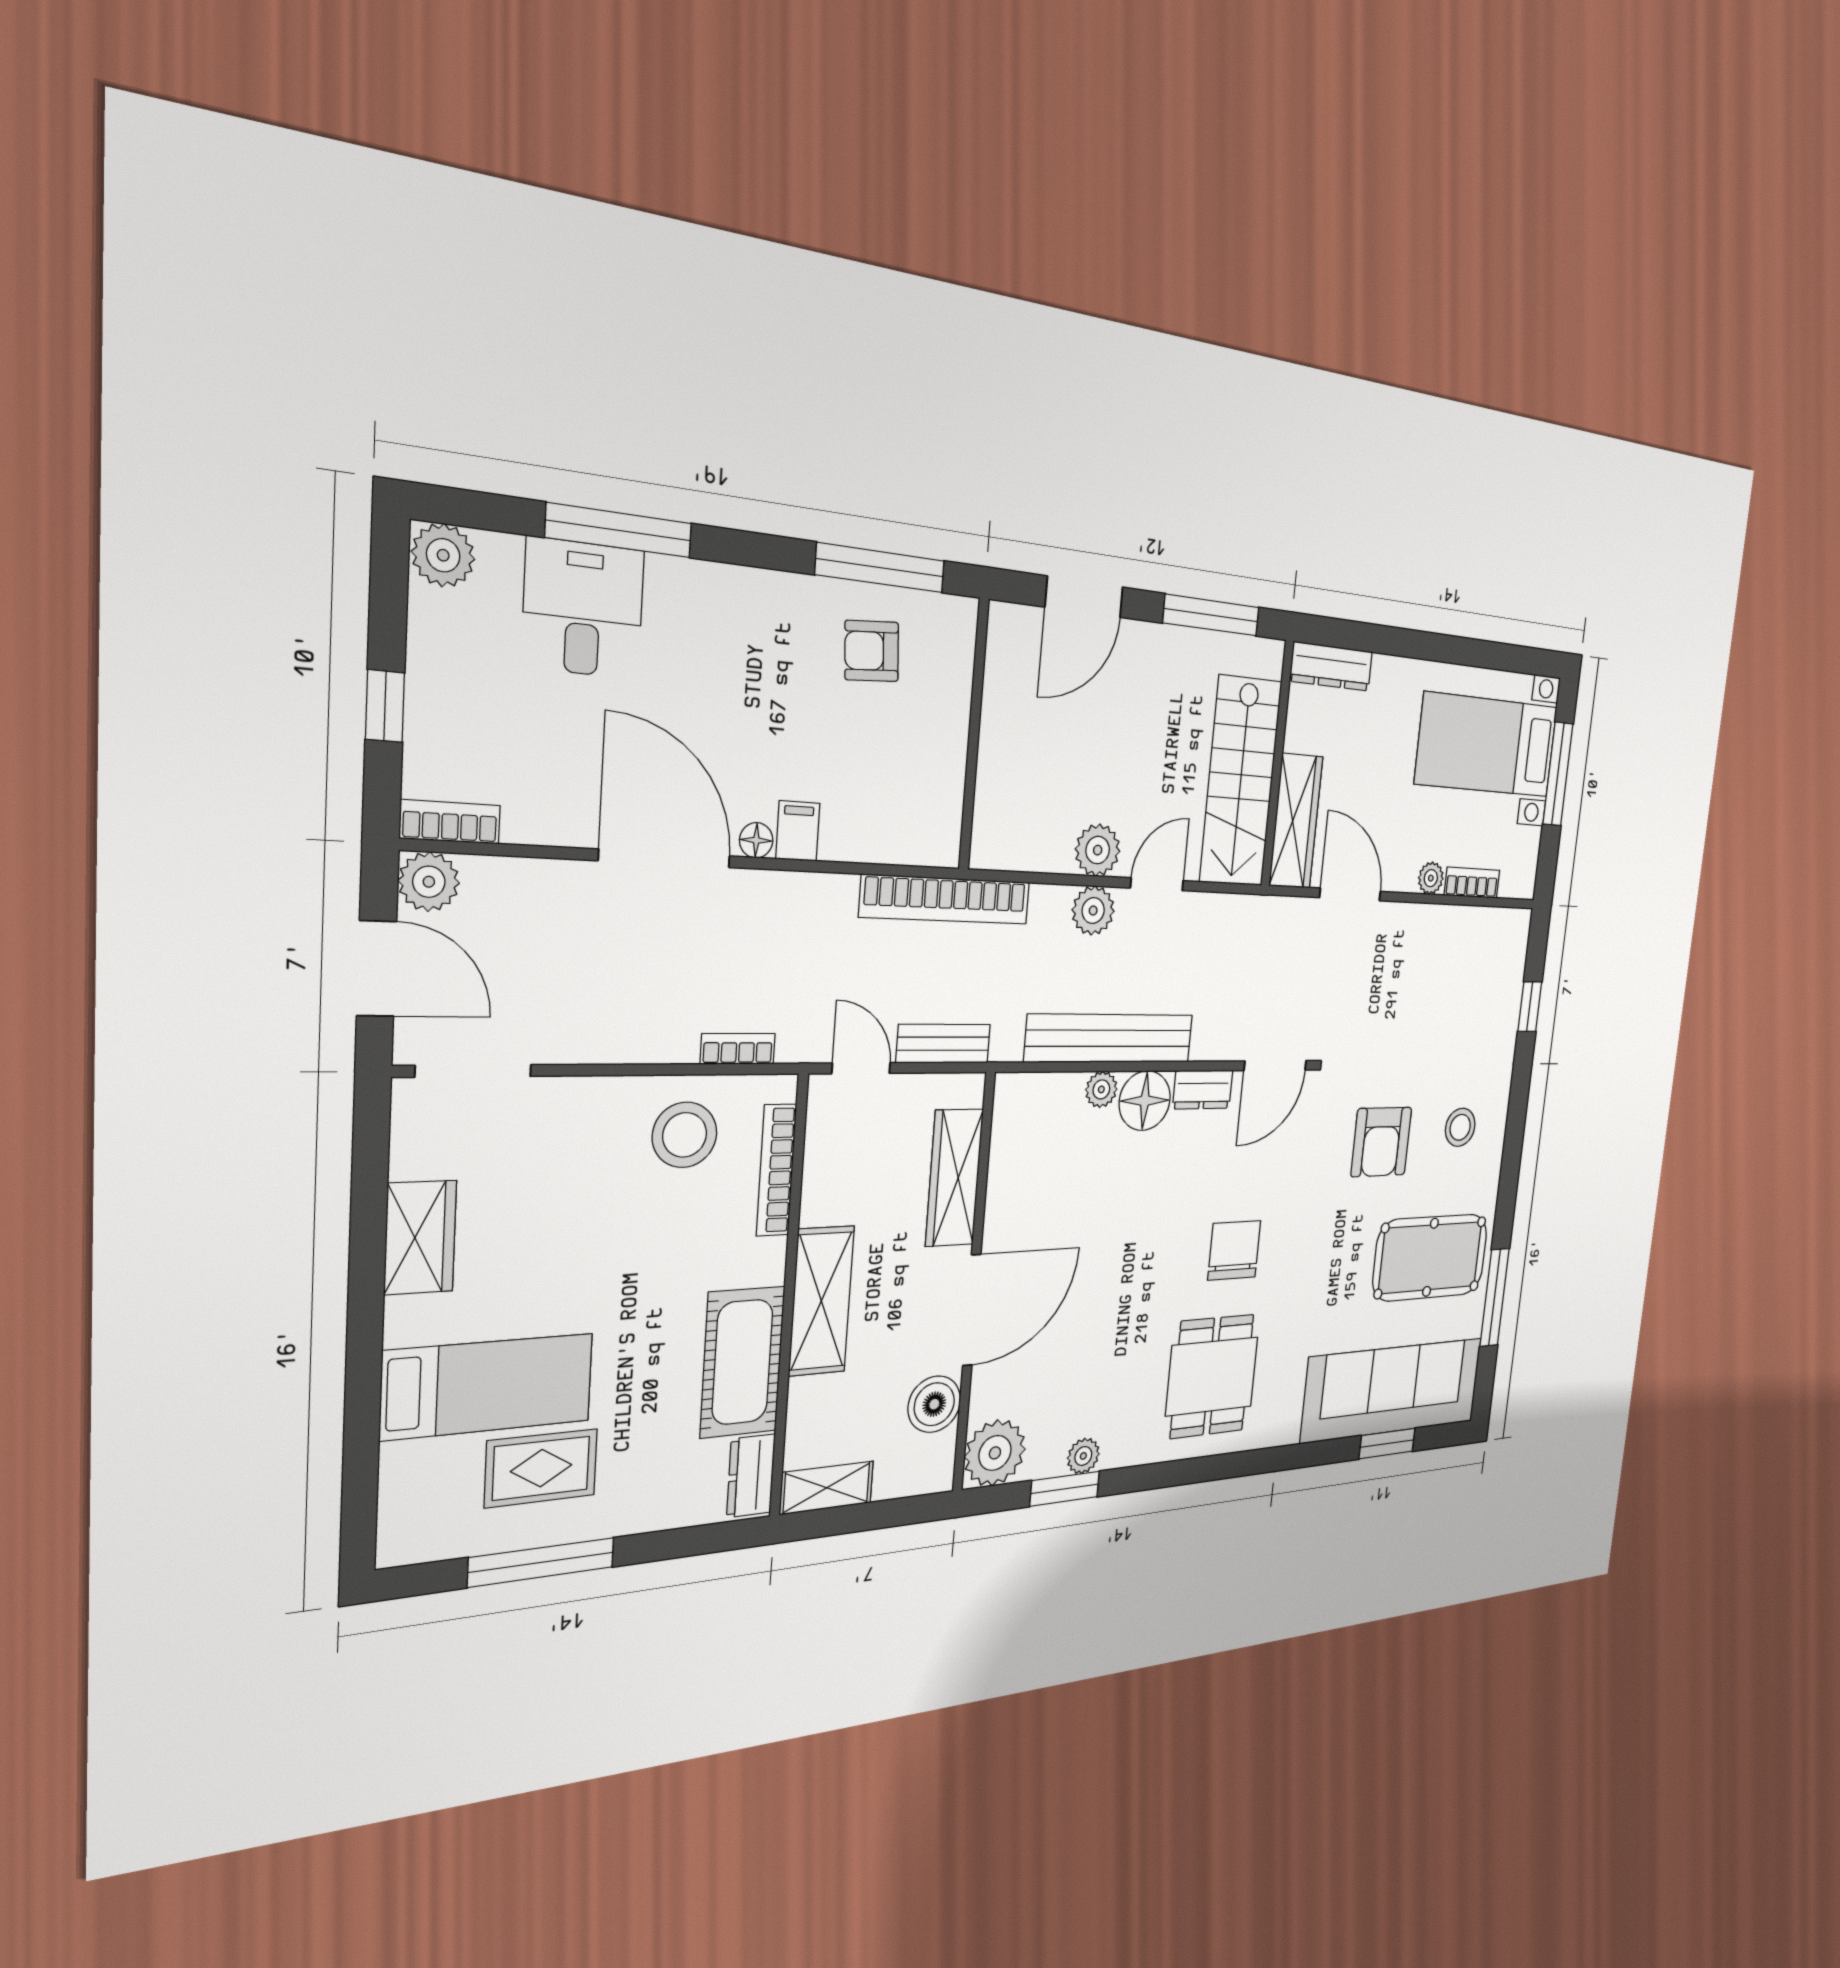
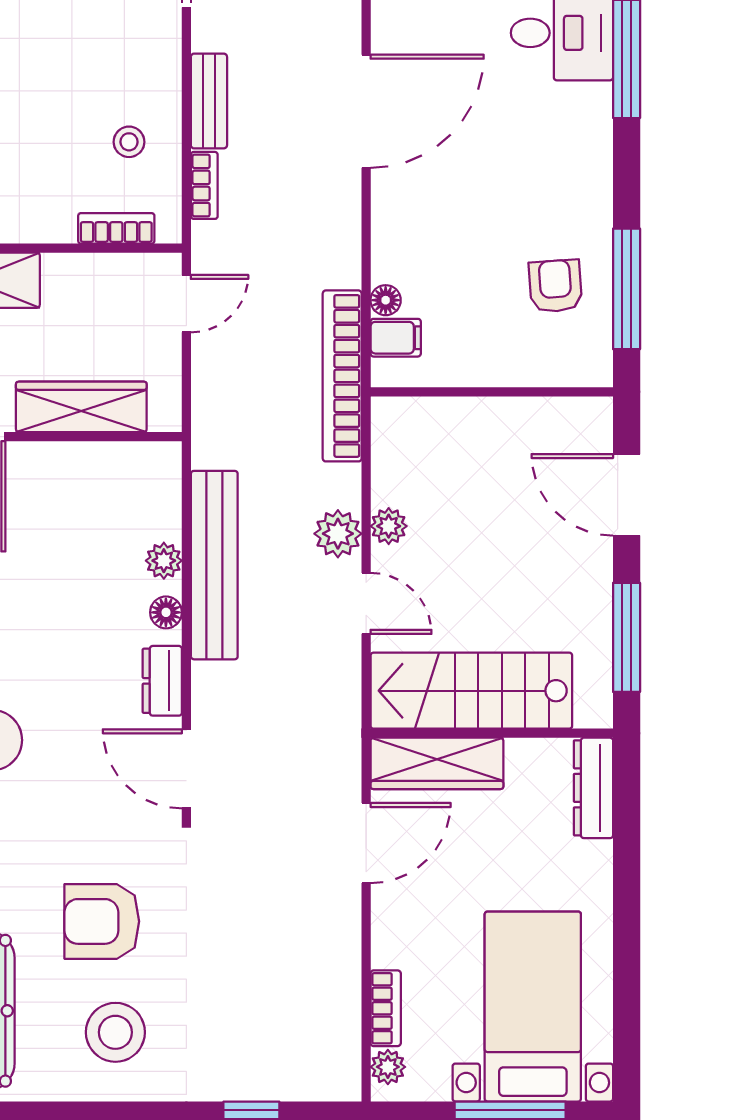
filing cabinet: (798, 831) -> (396, 338), moved
floor lamp: (756, 840) -> (386, 300), moved
plant: (1098, 850) -> (389, 526), width x0.73, depth x0.73
plant: (1431, 878) -> (388, 1067), moved
bench: (943, 1044) -> (209, 101), moved
floor lamp: (1145, 1101) -> (166, 612), width x0.53, depth x0.53
stool: (1460, 1127) -> (115, 1032), width x1.38, depth x1.38
stool: (685, 1135) -> (129, 142), width x0.53, depth x0.53
bookcase: (776, 1170) -> (116, 228), width x0.64

